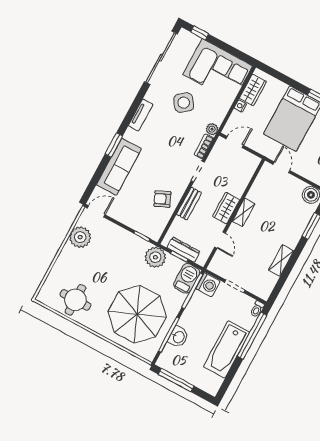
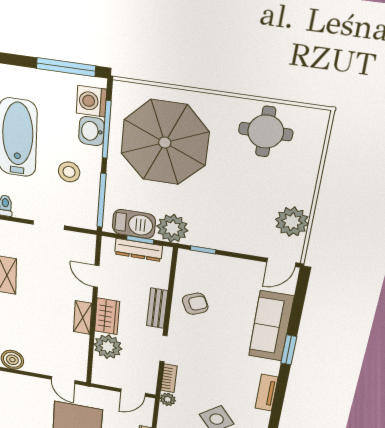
plant: (236, 185) -> (108, 347), added
barbecue: (187, 278) -> (134, 224), moved, turned -90
washing machine: (208, 285) -> (91, 101), moved
stool: (204, 317) -> (69, 172), added

